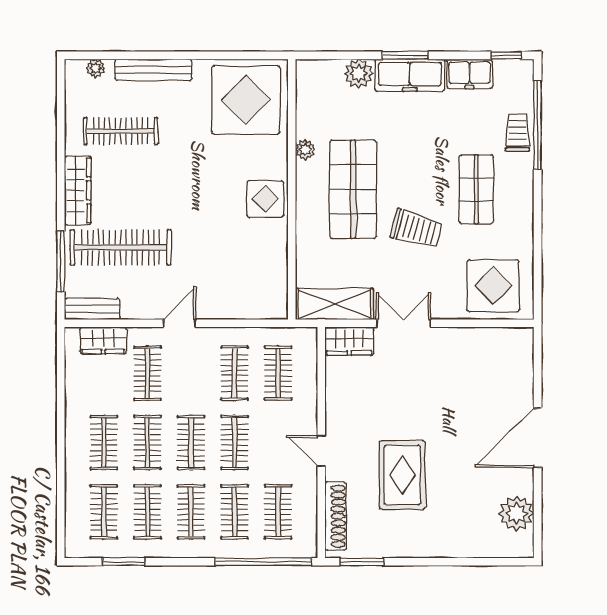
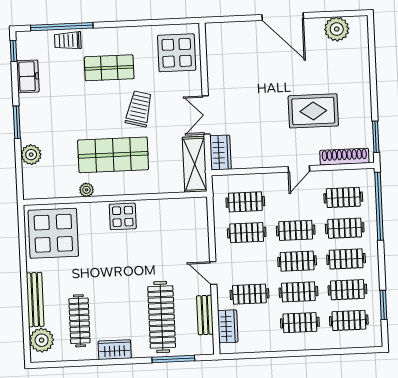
plant: (96, 68) -> (42, 340), width x1.87, depth x1.87
freezer: (410, 75) -> (31, 118), removed
wardrobe: (78, 190) -> (115, 350), width x0.67
bench: (92, 309) -> (205, 315), moved

